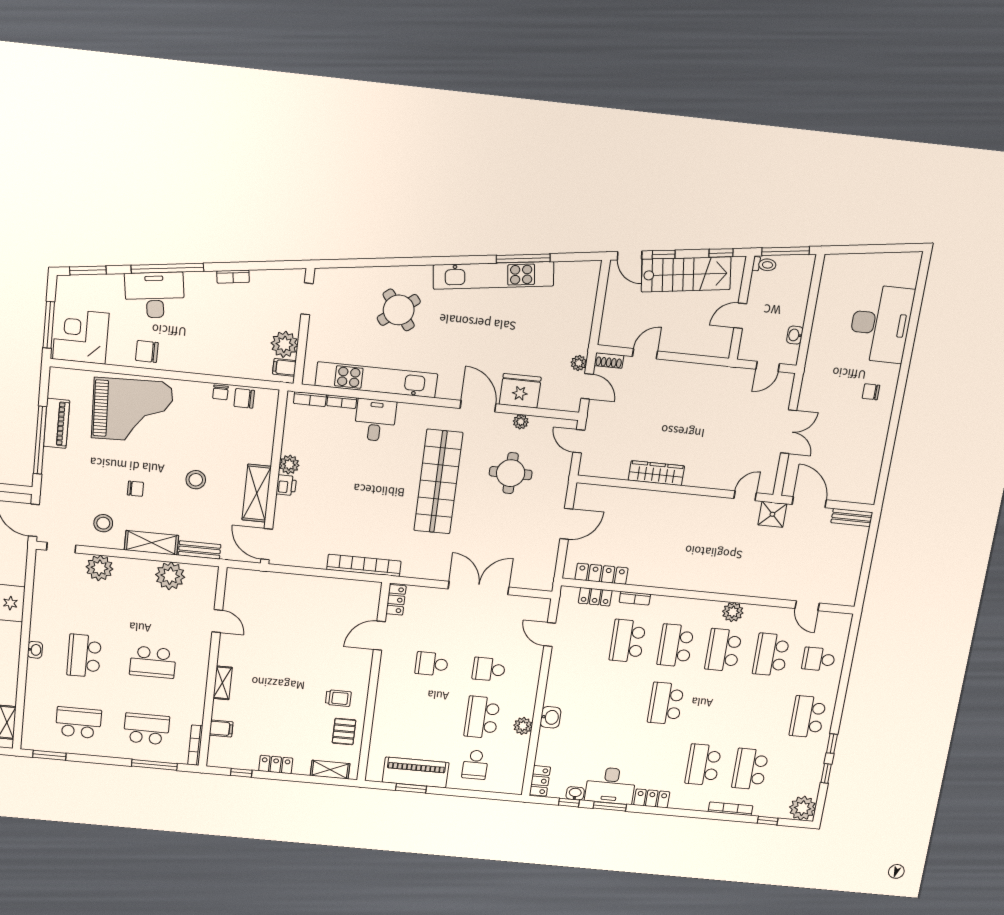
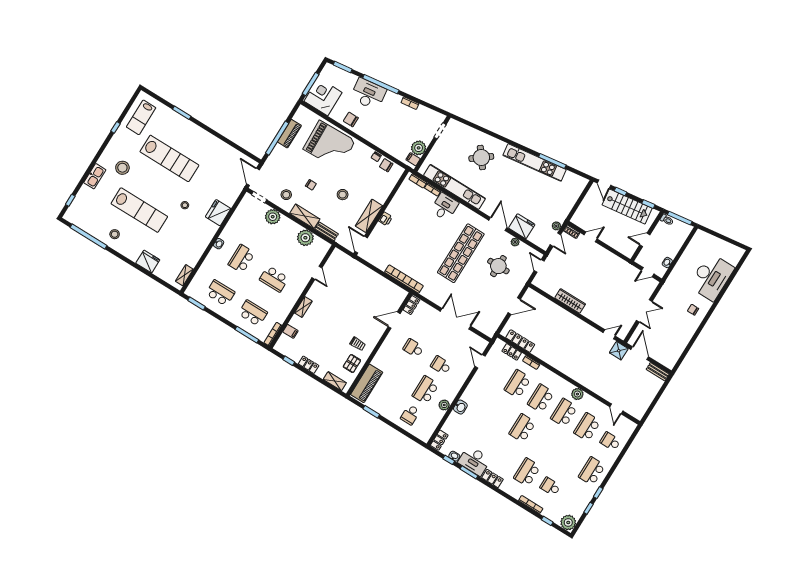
plant: (289, 465) -> (392, 209), removed
school desk: (750, 769) -> (550, 487), width x0.54
piano: (416, 772) -> (367, 383), moved, turned 90

